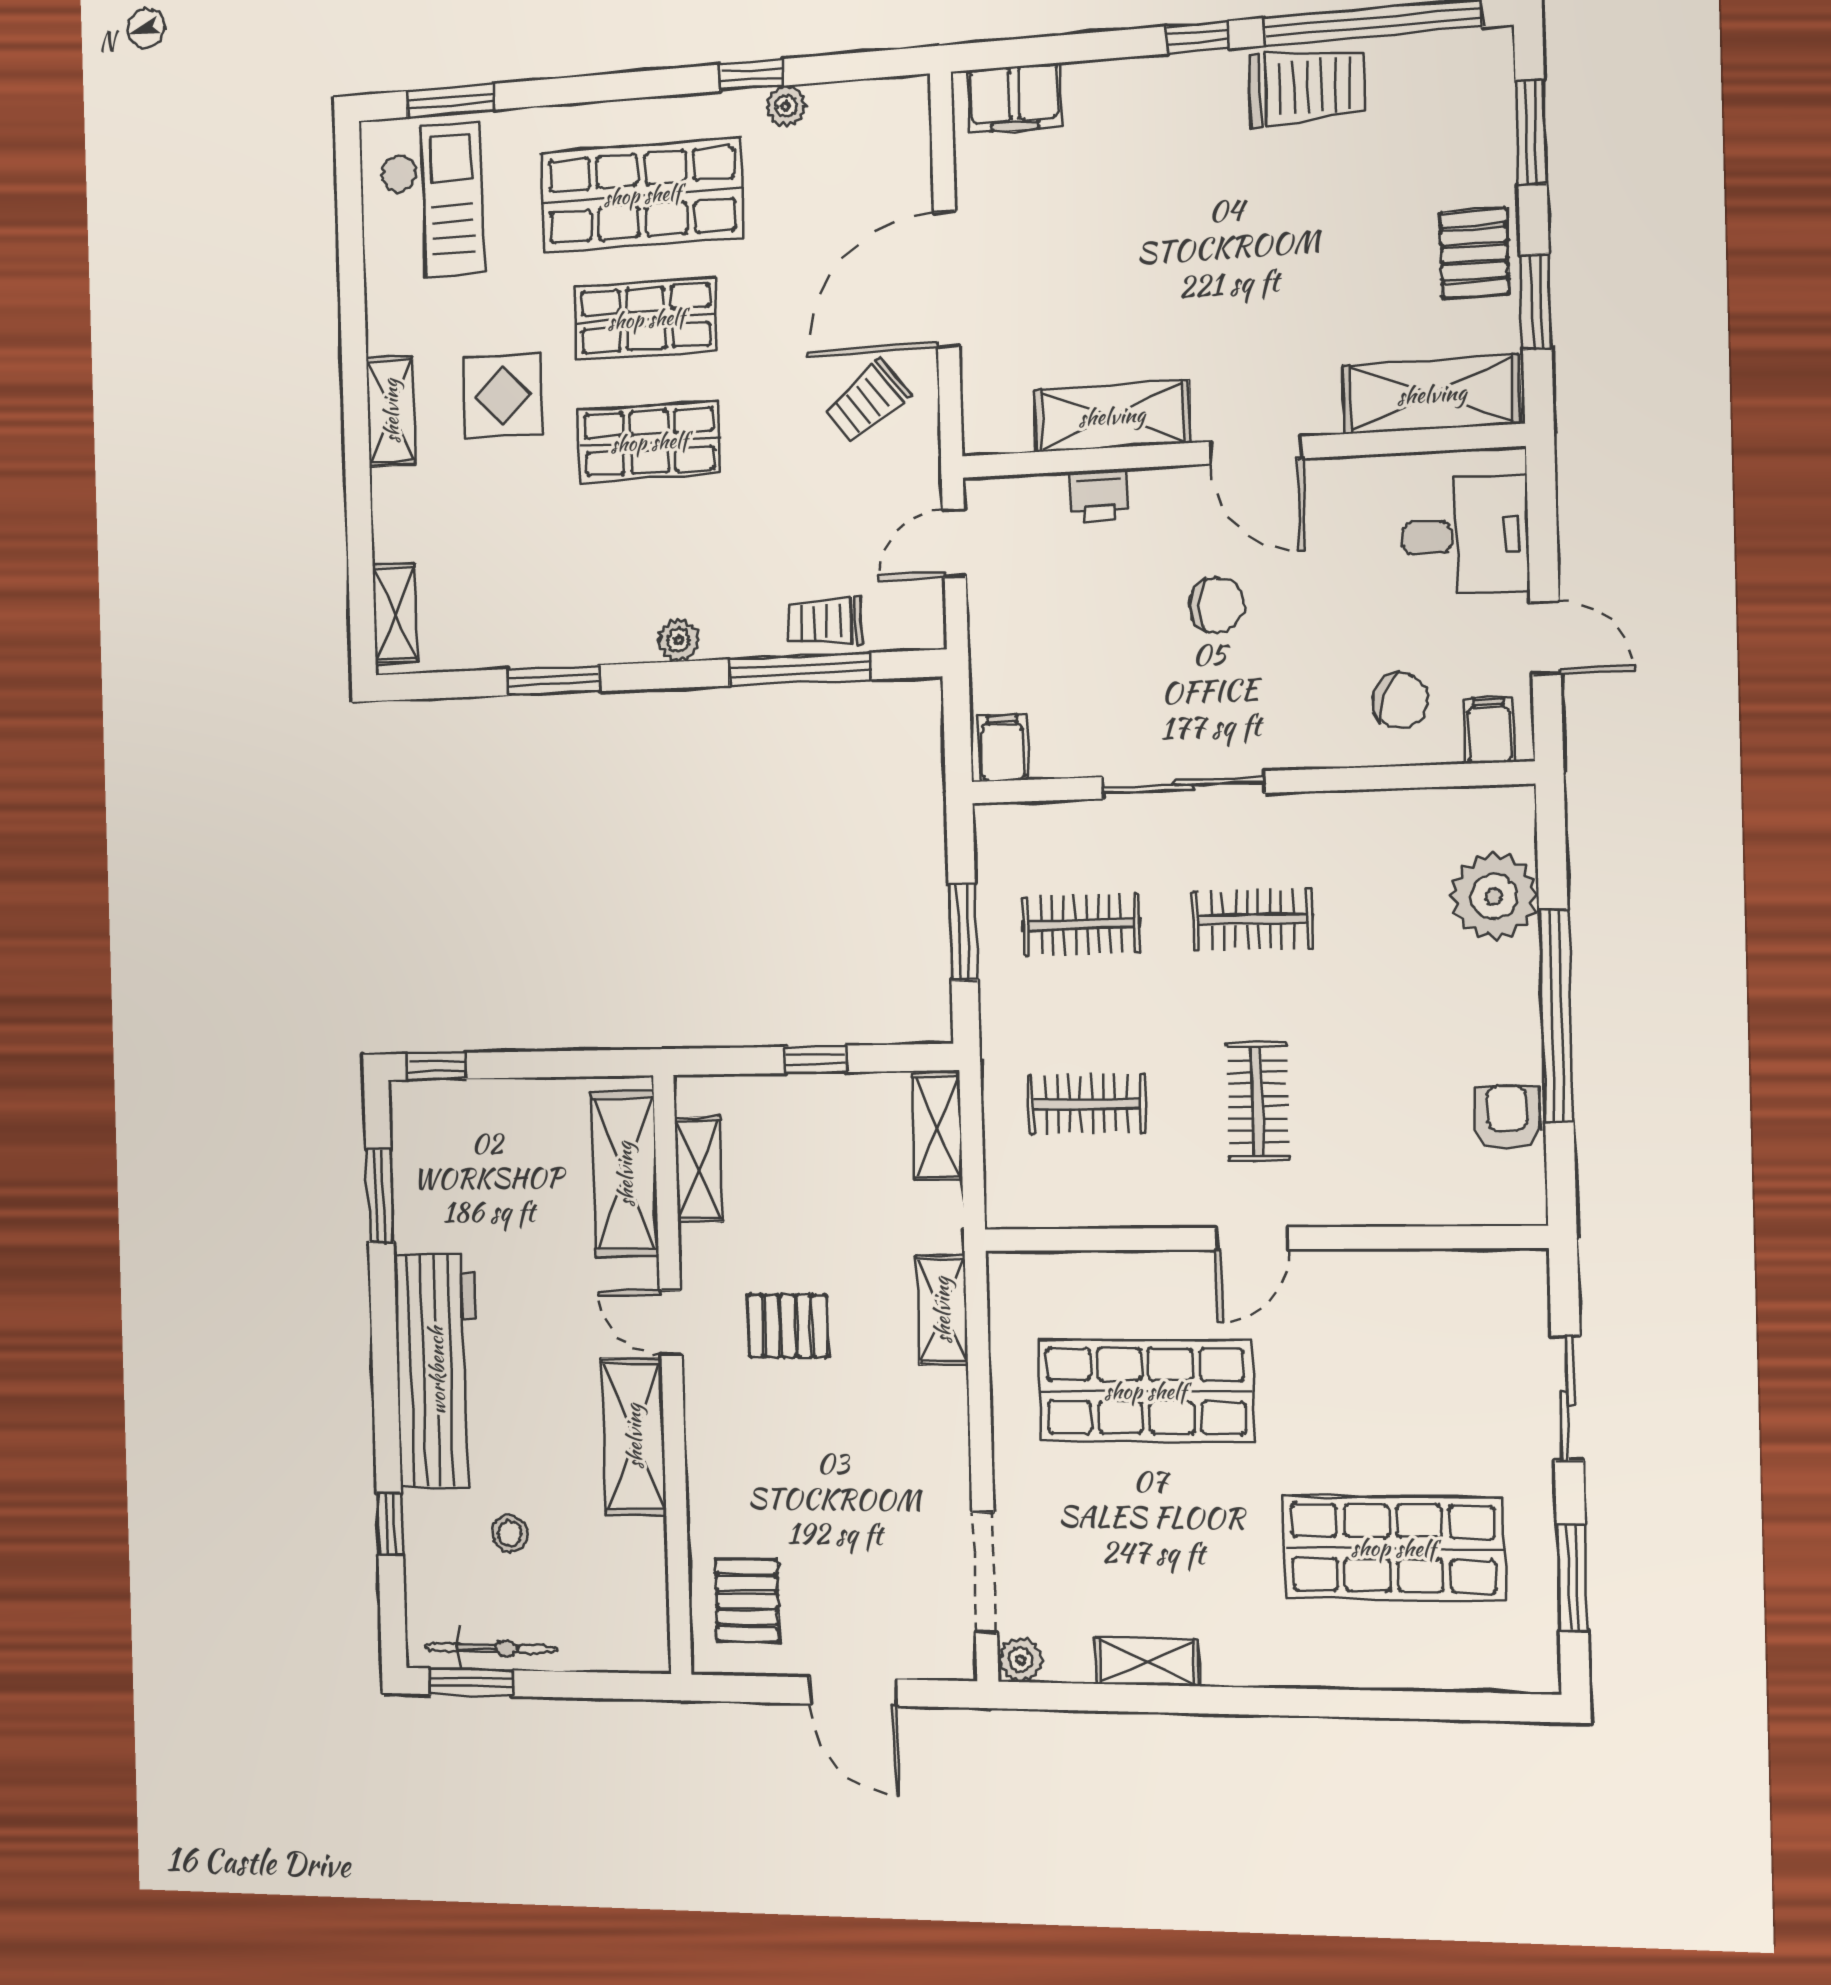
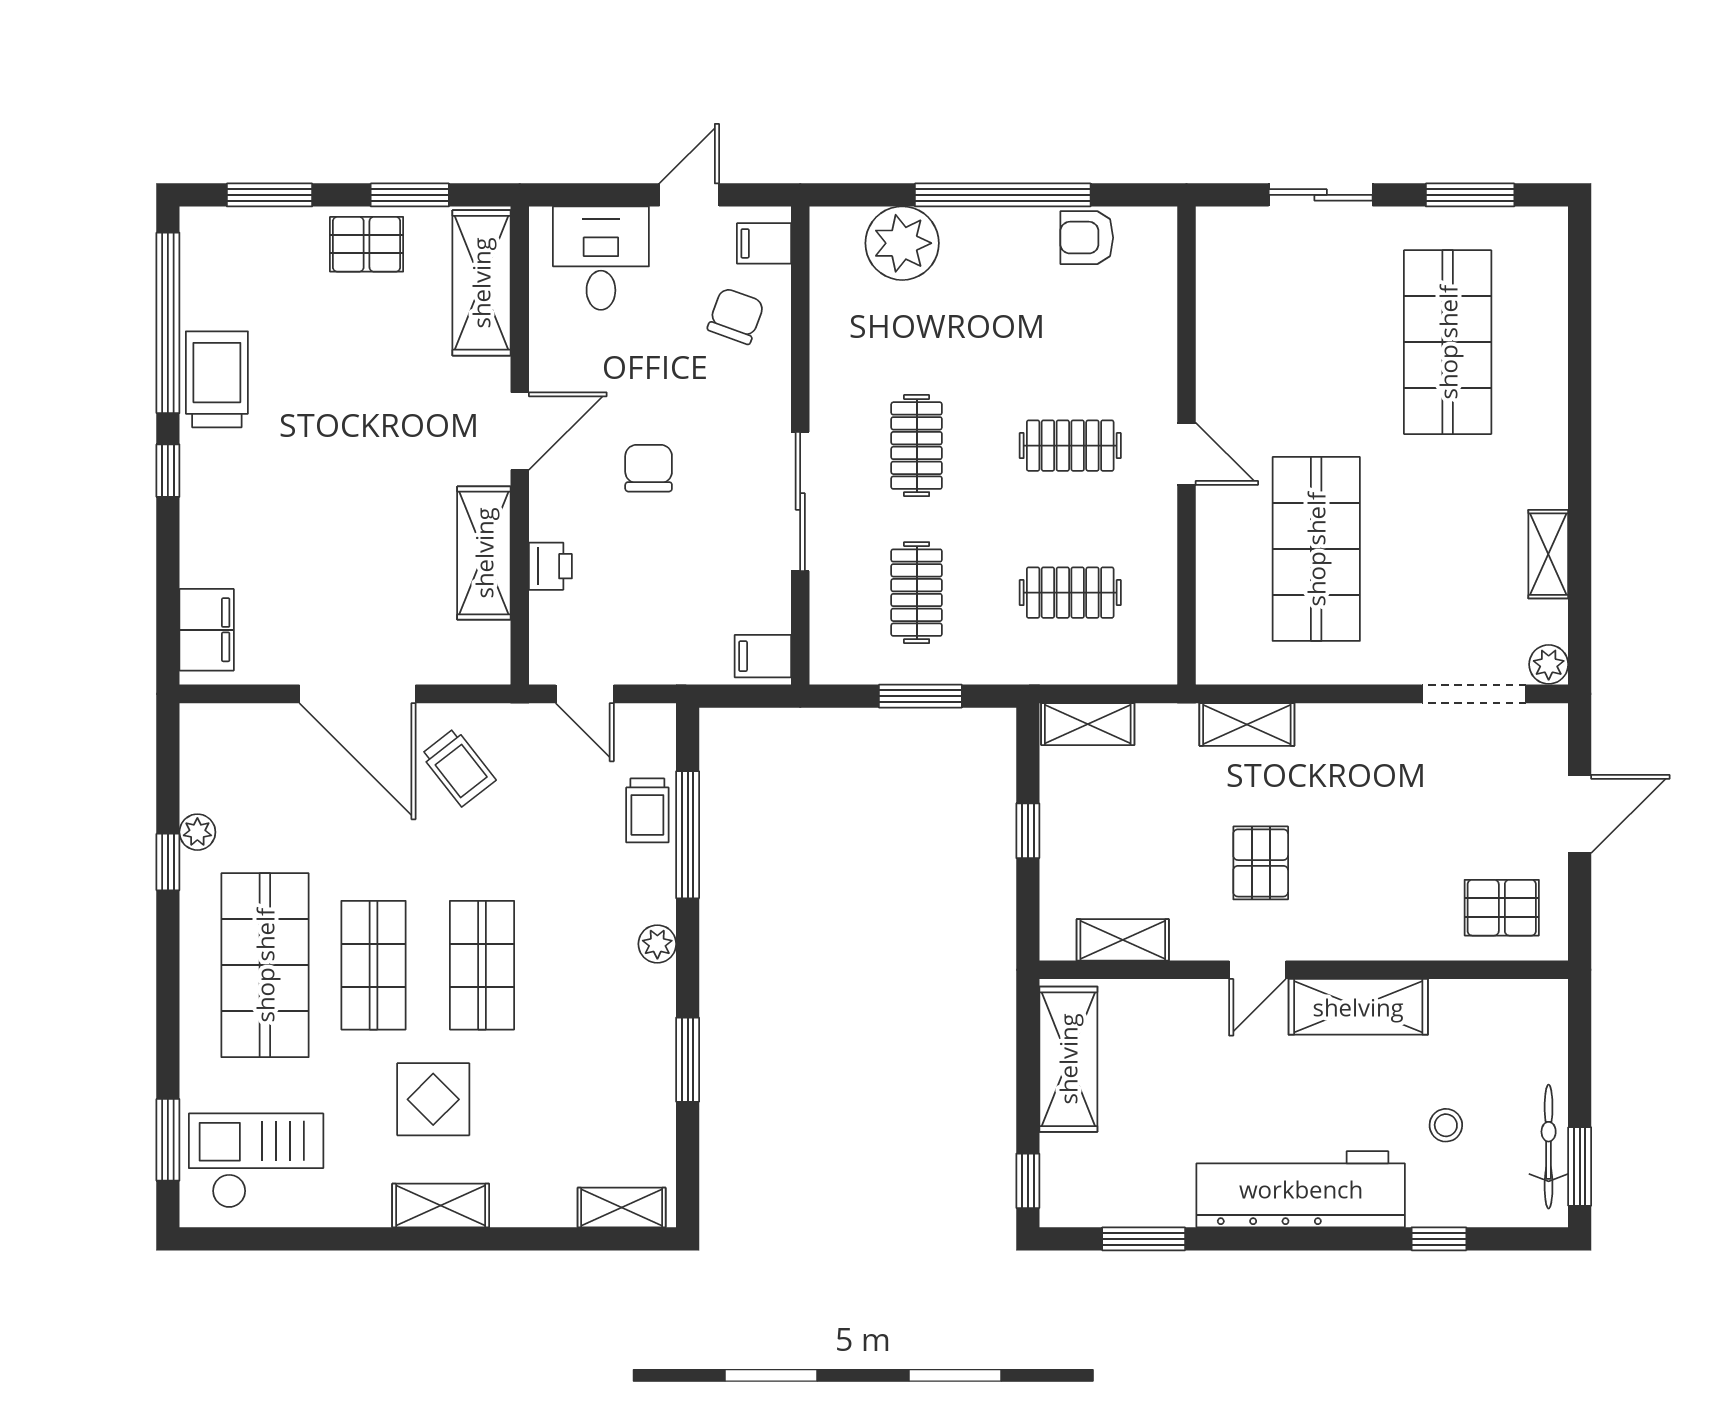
clothes rail: (1087, 1104) -> (1070, 593), turned 90
shelving: (625, 1174) -> (1068, 1059), moved, turned 90

